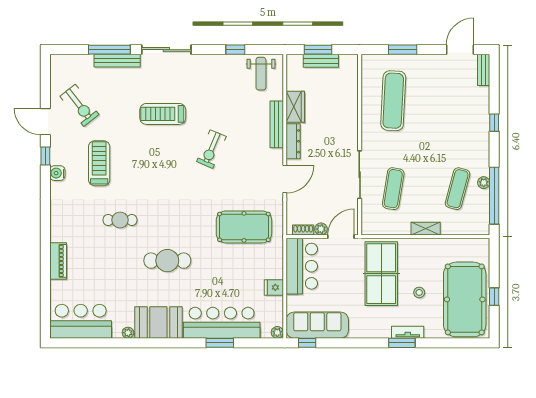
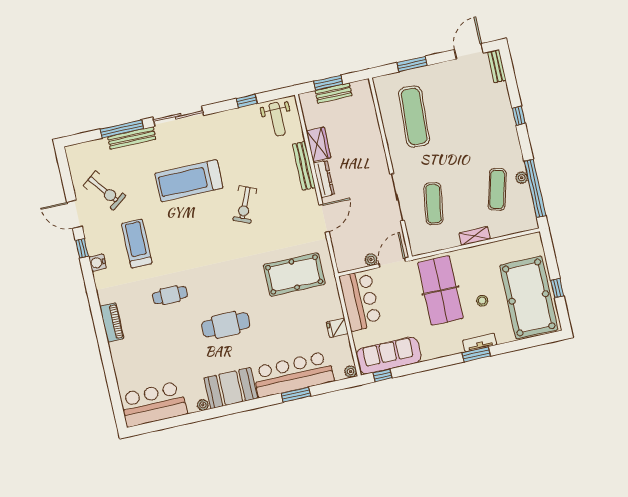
treadmill: (163, 114) -> (189, 181), width x1.37, depth x1.38
shoe rack: (303, 230) -> (354, 265), removed
piano: (58, 261) -> (112, 322), moved

